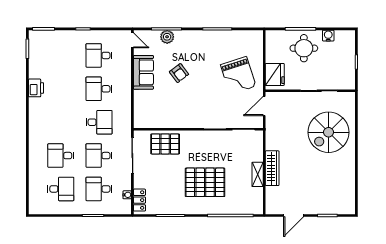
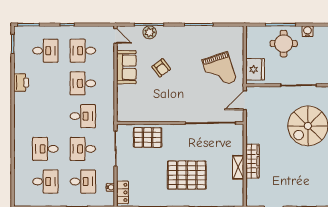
desk: (61, 55) -> (45, 51), added
desk: (99, 189) -> (83, 182), turned 180

